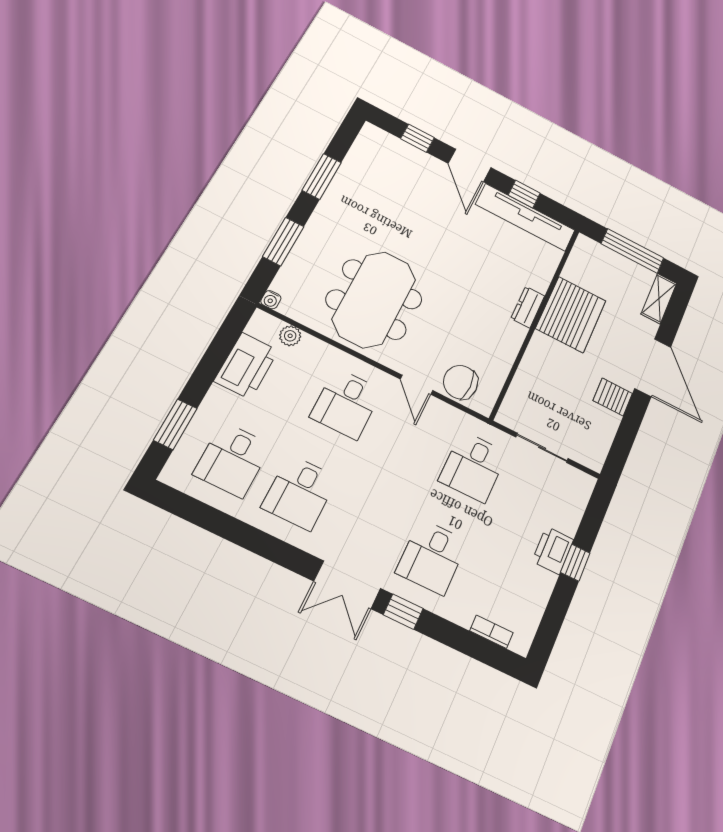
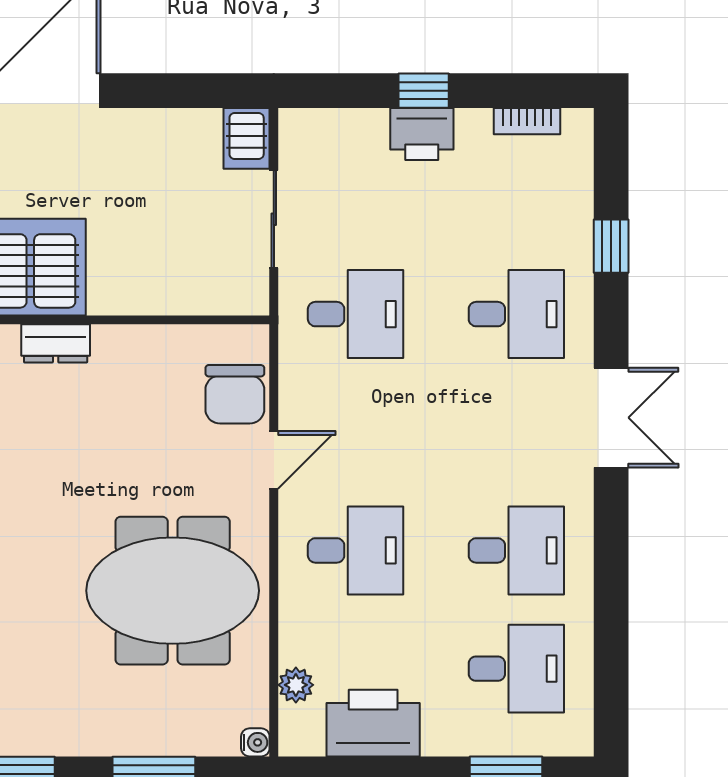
server rack: (613, 397) -> (247, 138), moved
window: (403, 612) -> (611, 246), moved
bookcase: (491, 632) -> (527, 121), moved, turned -90

